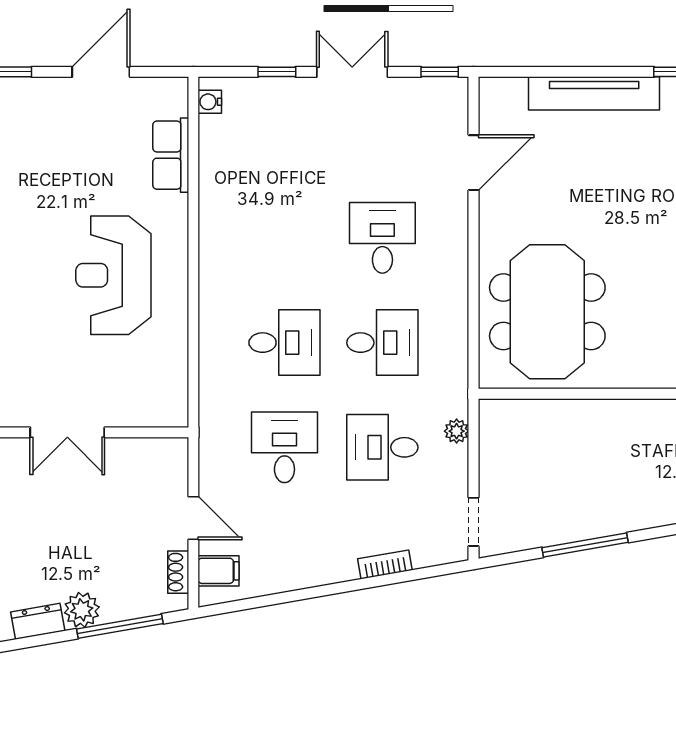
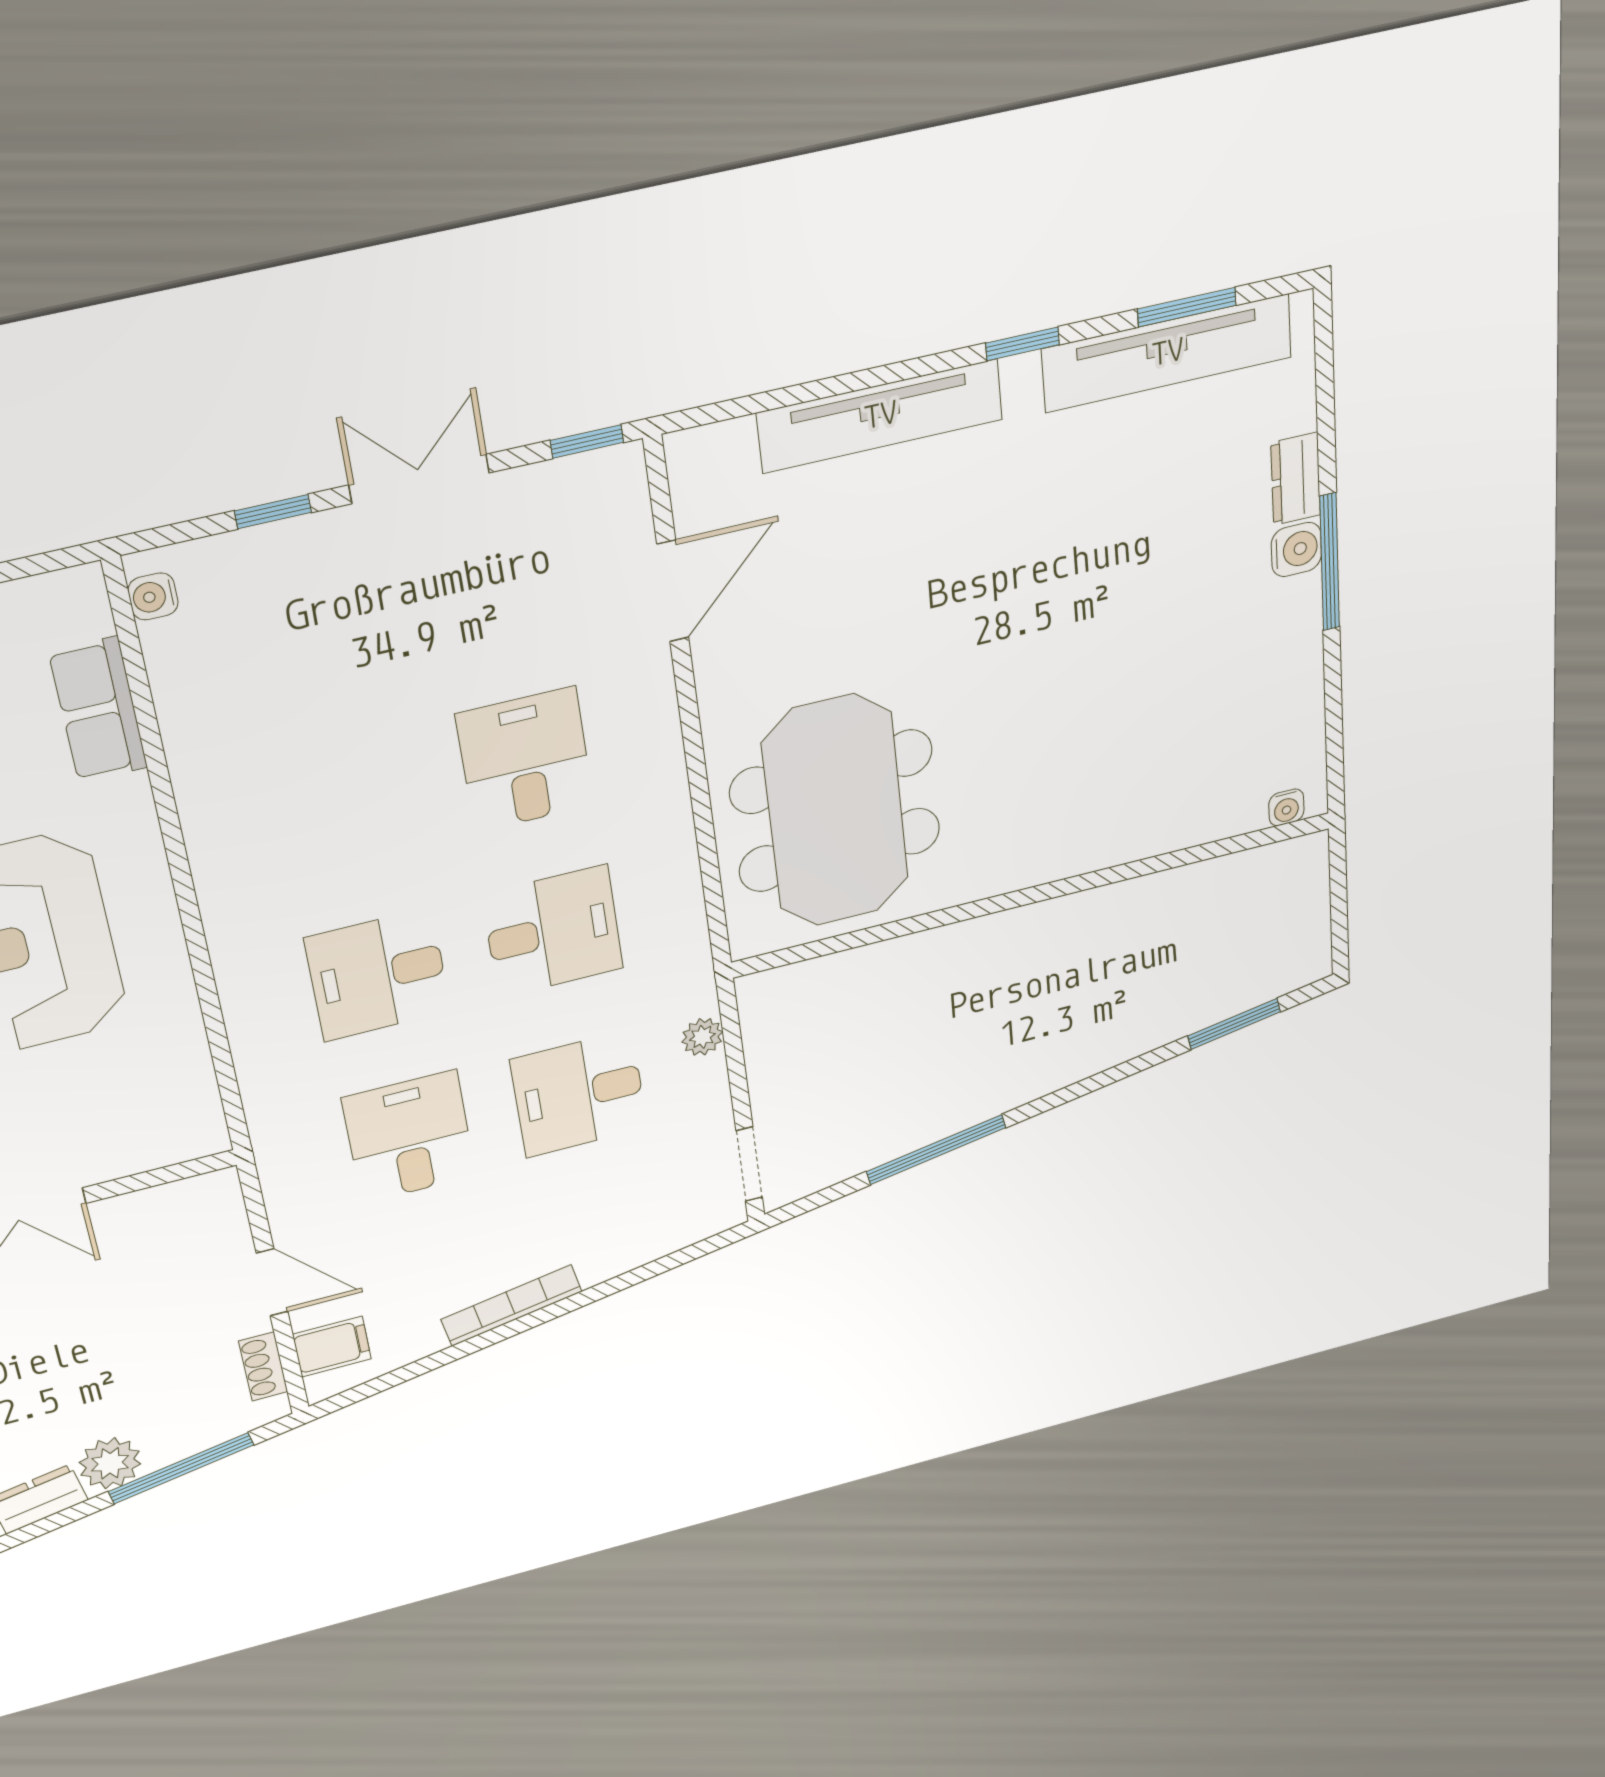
desk: (284, 343) -> (378, 975), turned 180
bookcase: (385, 564) -> (512, 1306), moved, width x1.56

